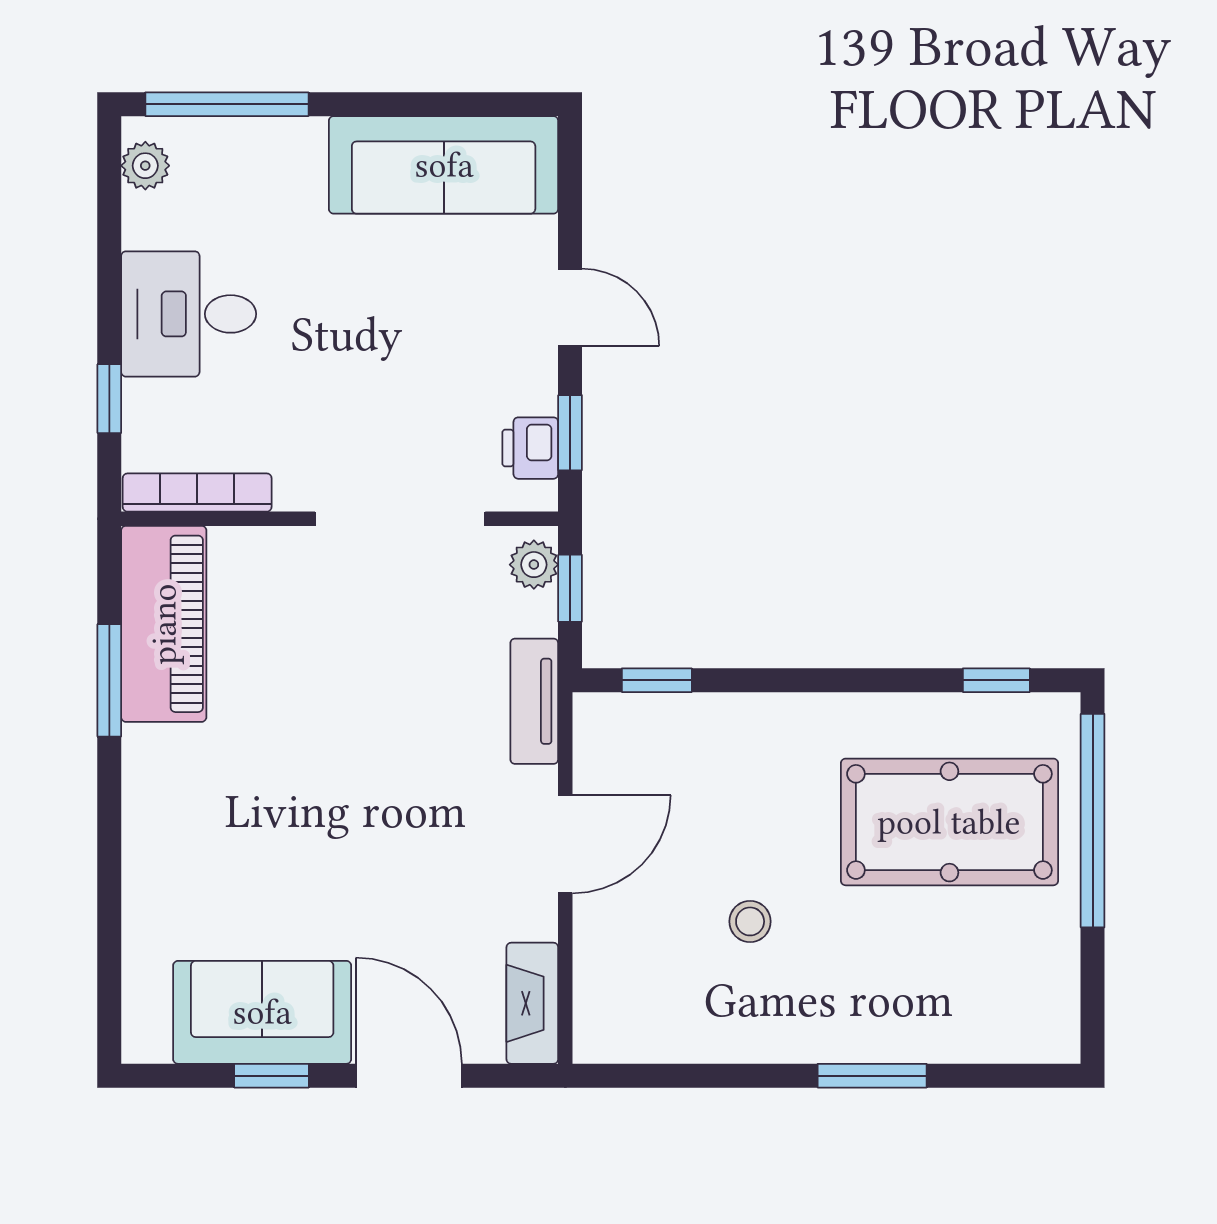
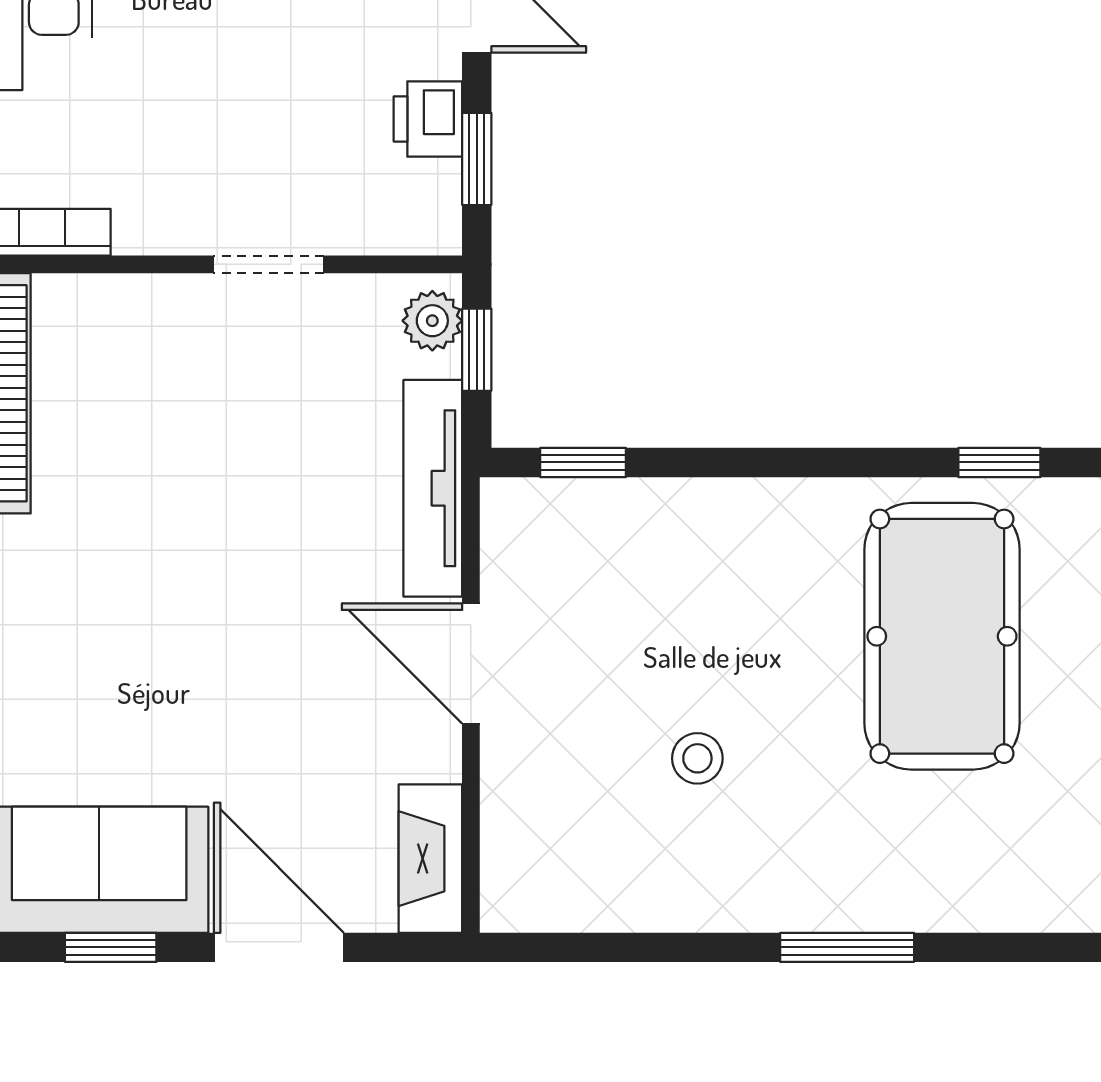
printer: (530, 448) -> (428, 119), moved
doorway: (400, 519) -> (269, 264), width x0.53
tv unit: (534, 701) -> (433, 488), width x1.41
pool table: (949, 822) -> (942, 636), turned 90
door: (565, 844) -> (471, 664), swing flipped

